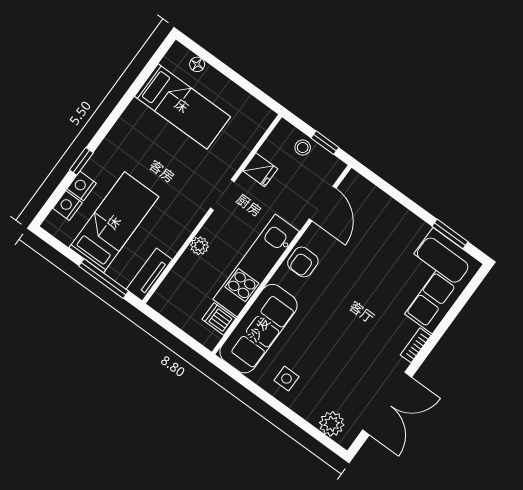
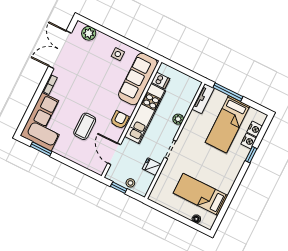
coffee table: (366, 261) -> (85, 126), added

